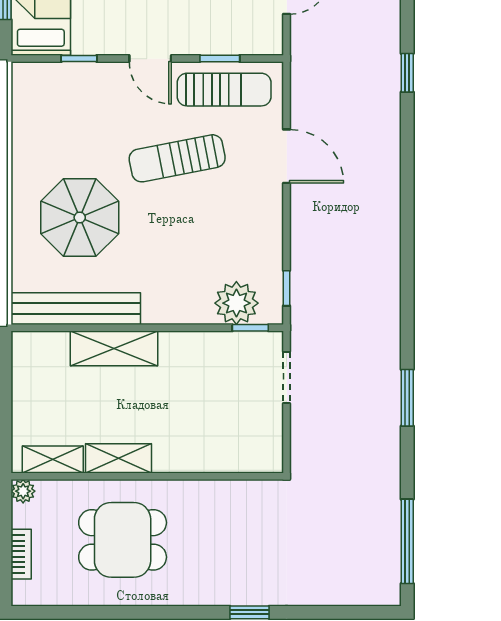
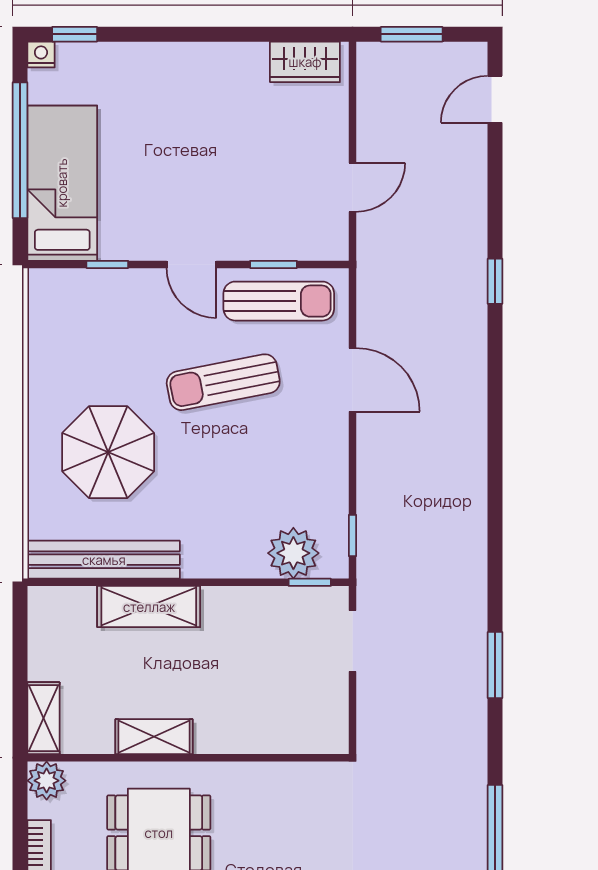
shelving: (53, 459) -> (43, 718), moved, turned 90
plant: (23, 491) -> (47, 781), width x1.38, depth x1.38

